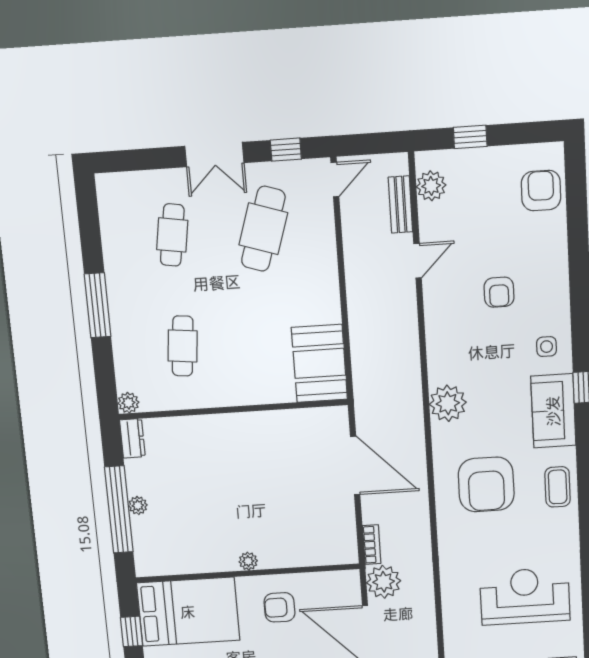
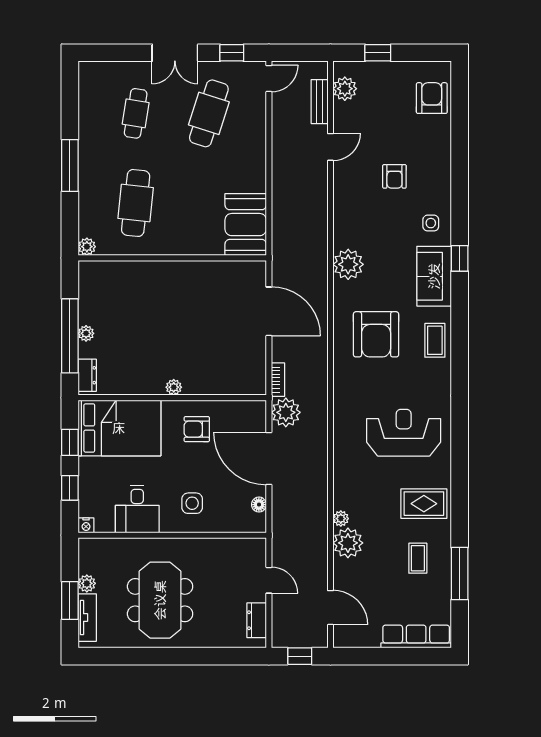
cafe table: (183, 346) -> (136, 203), width x1.37, depth x1.35
dresser: (132, 438) -> (87, 375), moved

